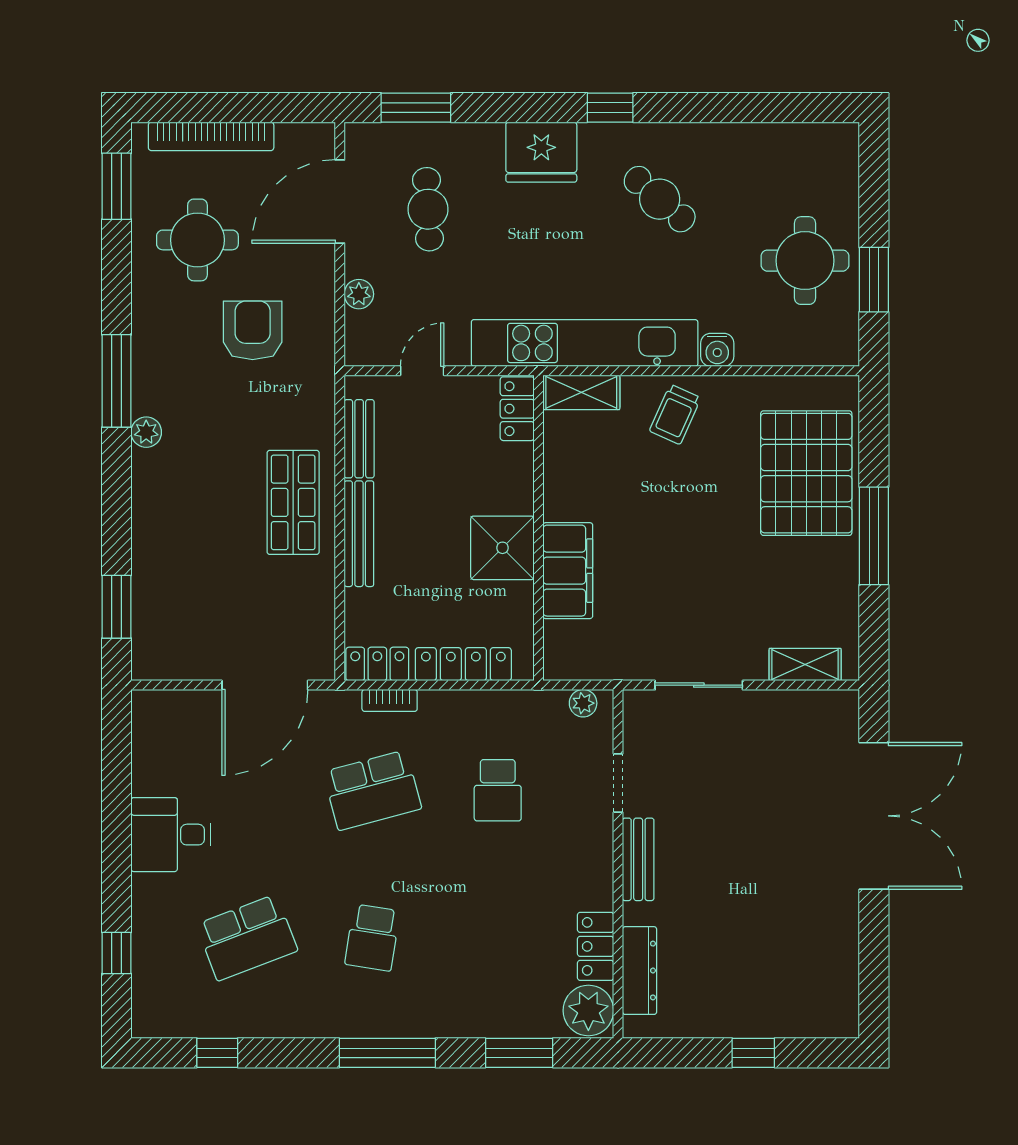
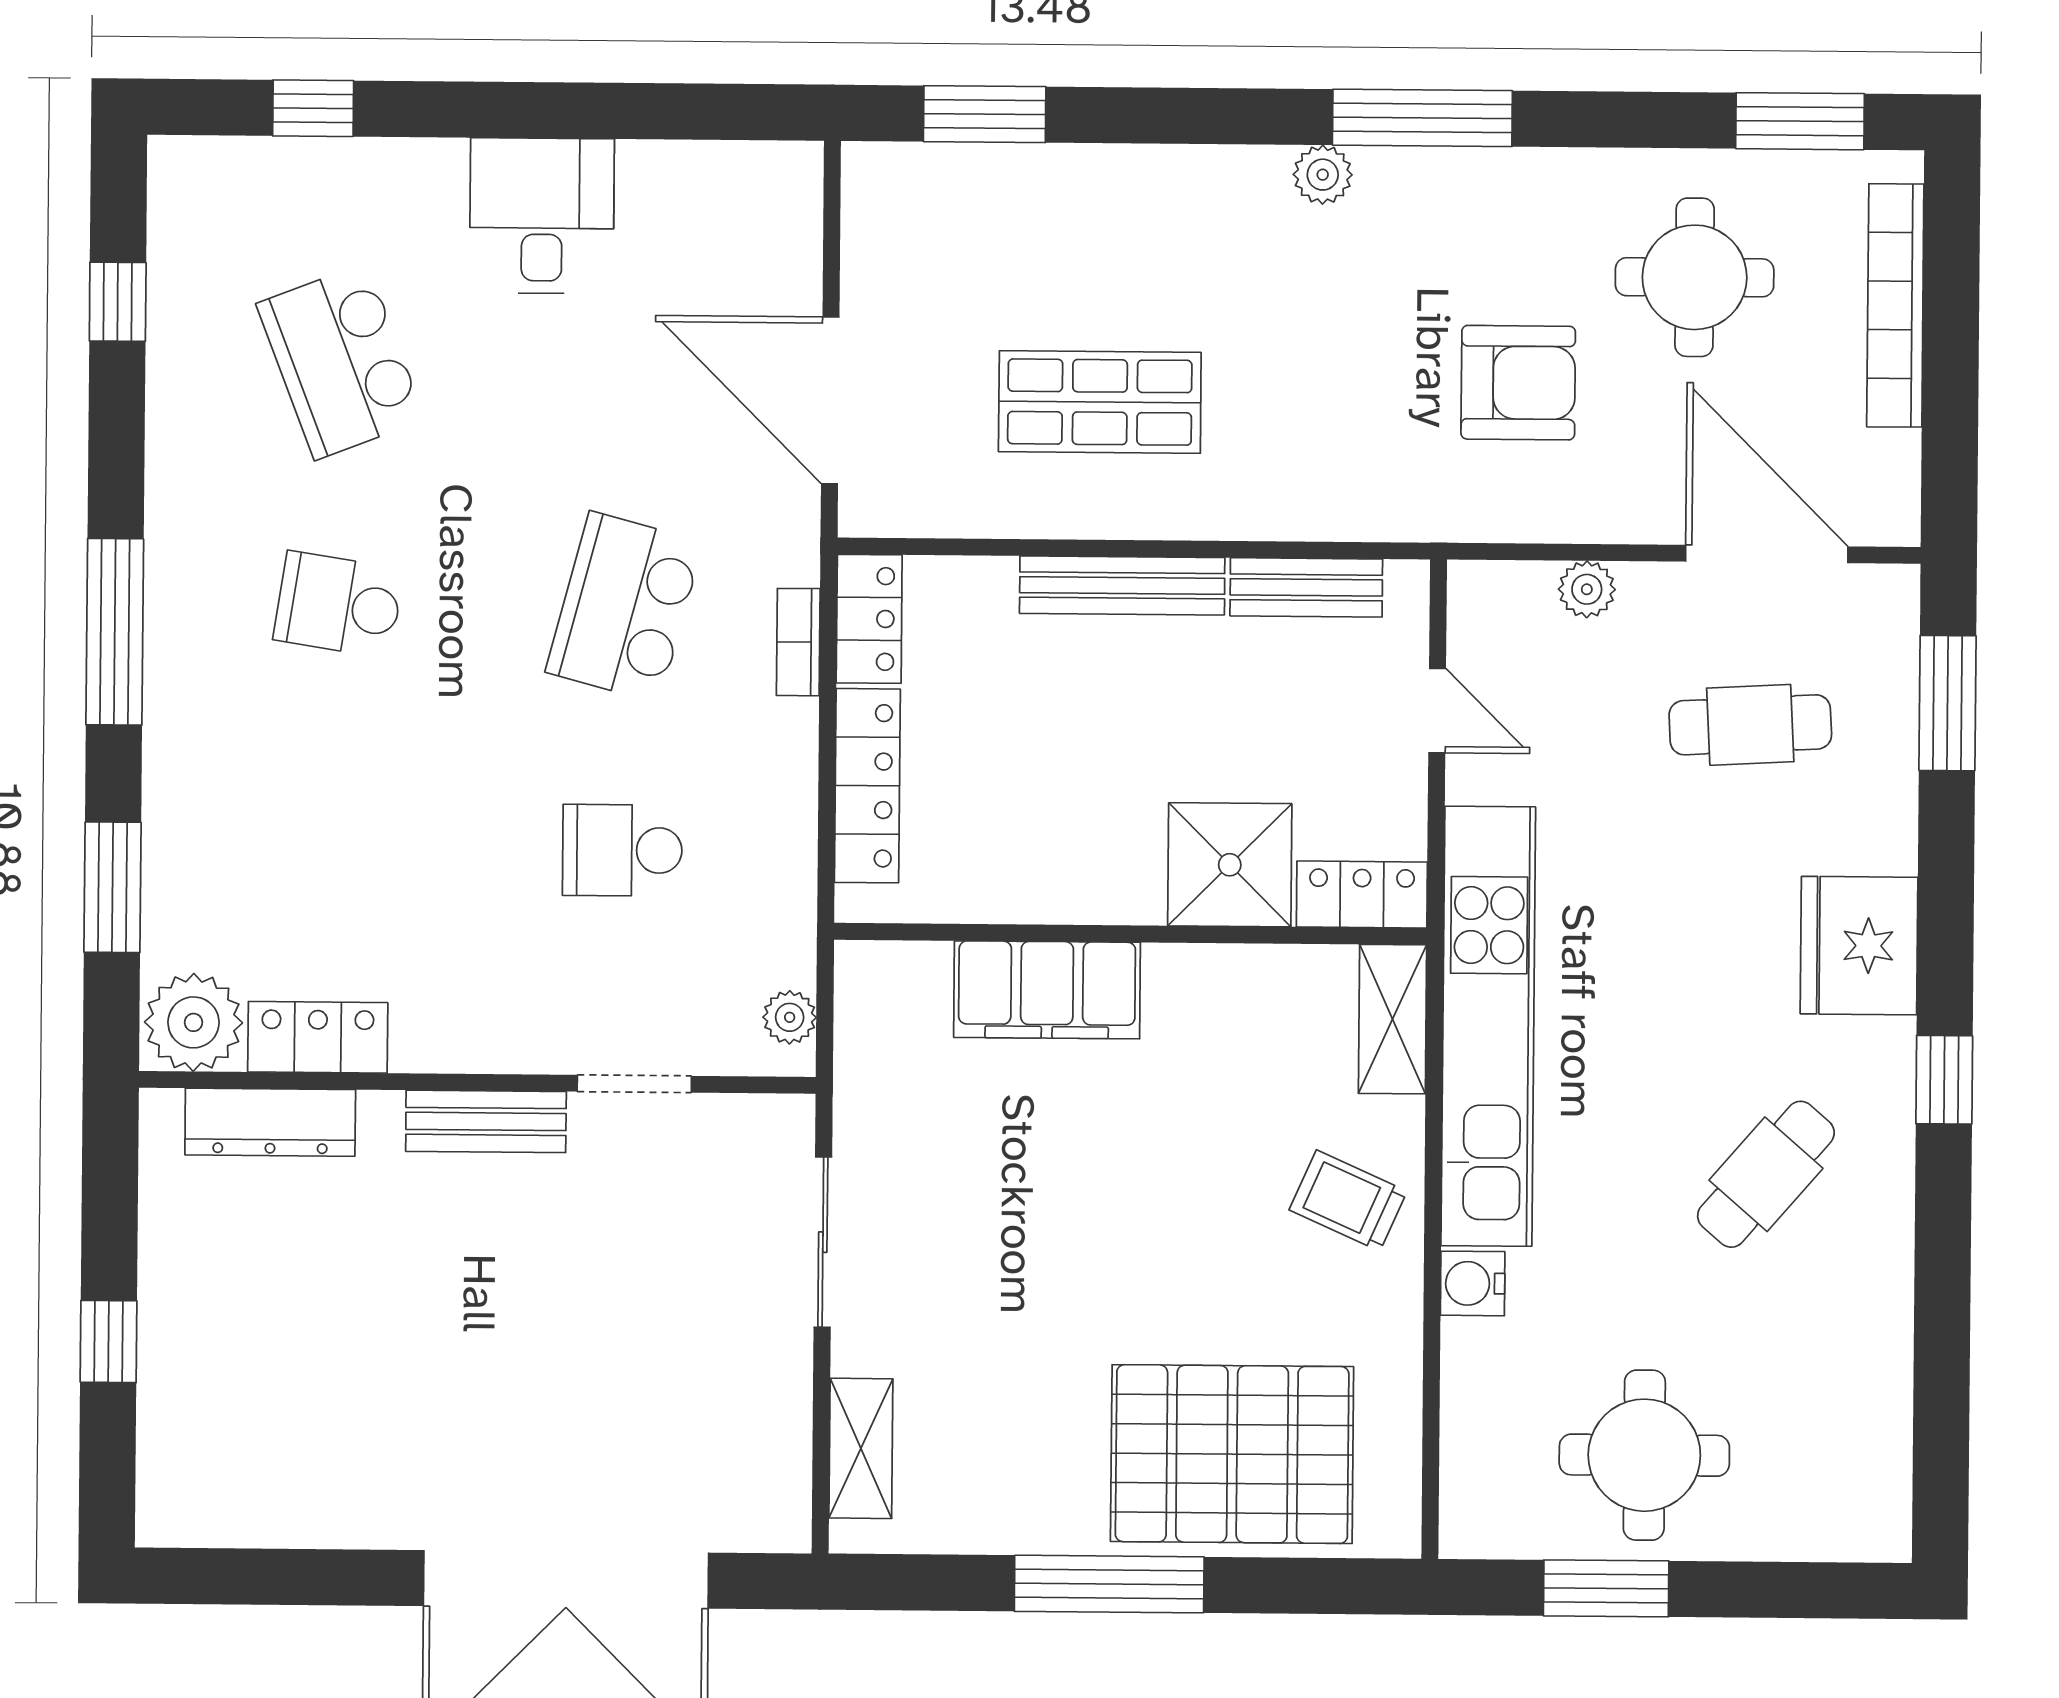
shop shelf: (293, 502) -> (1100, 402), moved
shower: (502, 548) -> (1230, 865), moved
school desk: (372, 790) -> (624, 607), turned 30

